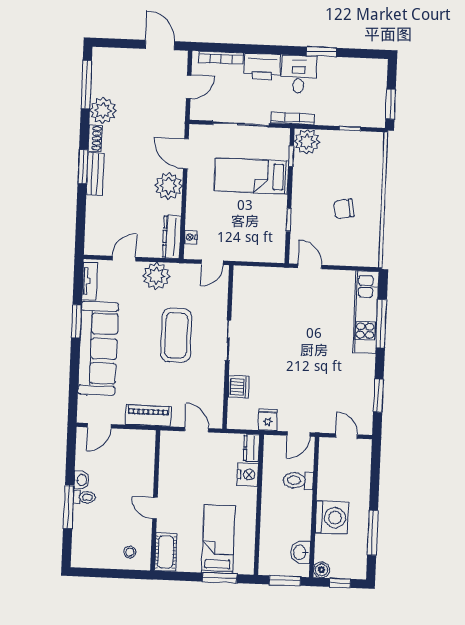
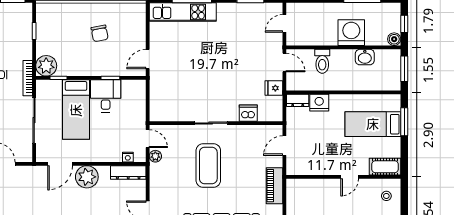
desk: (267, 213) -> (106, 96), added
plant: (156, 276) -> (155, 156), moved, width x0.53, depth x0.53
coffee table: (176, 335) -> (208, 165), turned 90
washbasin: (300, 552) -> (365, 57), moved

